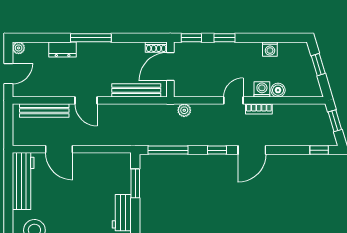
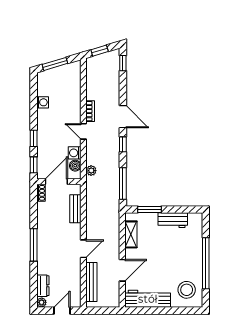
dresser: (63, 50) -> (43, 286), moved
window: (318, 65) -> (55, 64), width x1.50
door: (170, 67) -> (56, 182), swing flipped
door: (8, 74) -> (62, 311), hinge flipped
washing machine: (262, 89) -> (75, 153), moved
bench: (136, 90) -> (75, 209), width x0.73
boiler: (278, 90) -> (75, 166), moved
shelving: (104, 160) -> (131, 234), added

